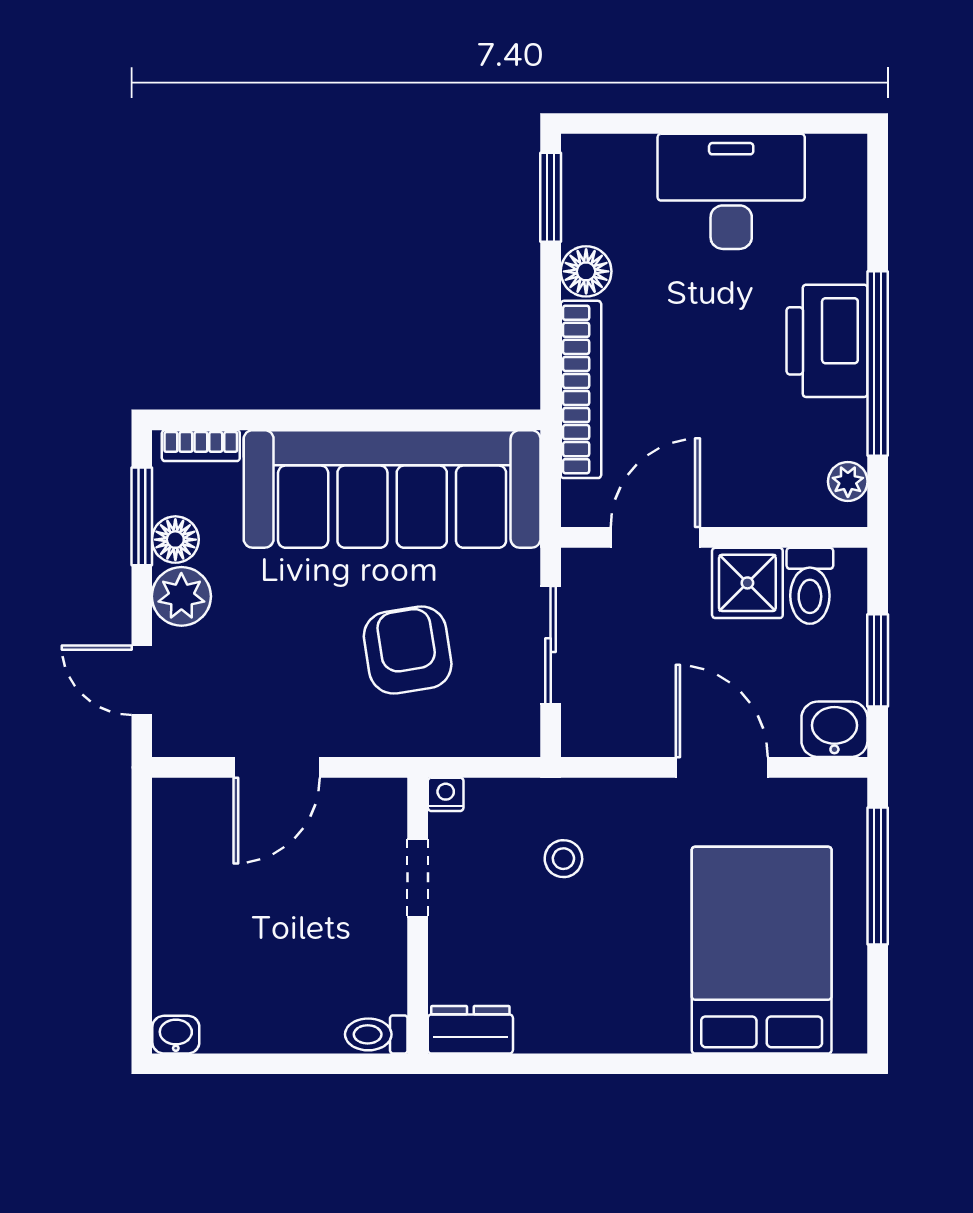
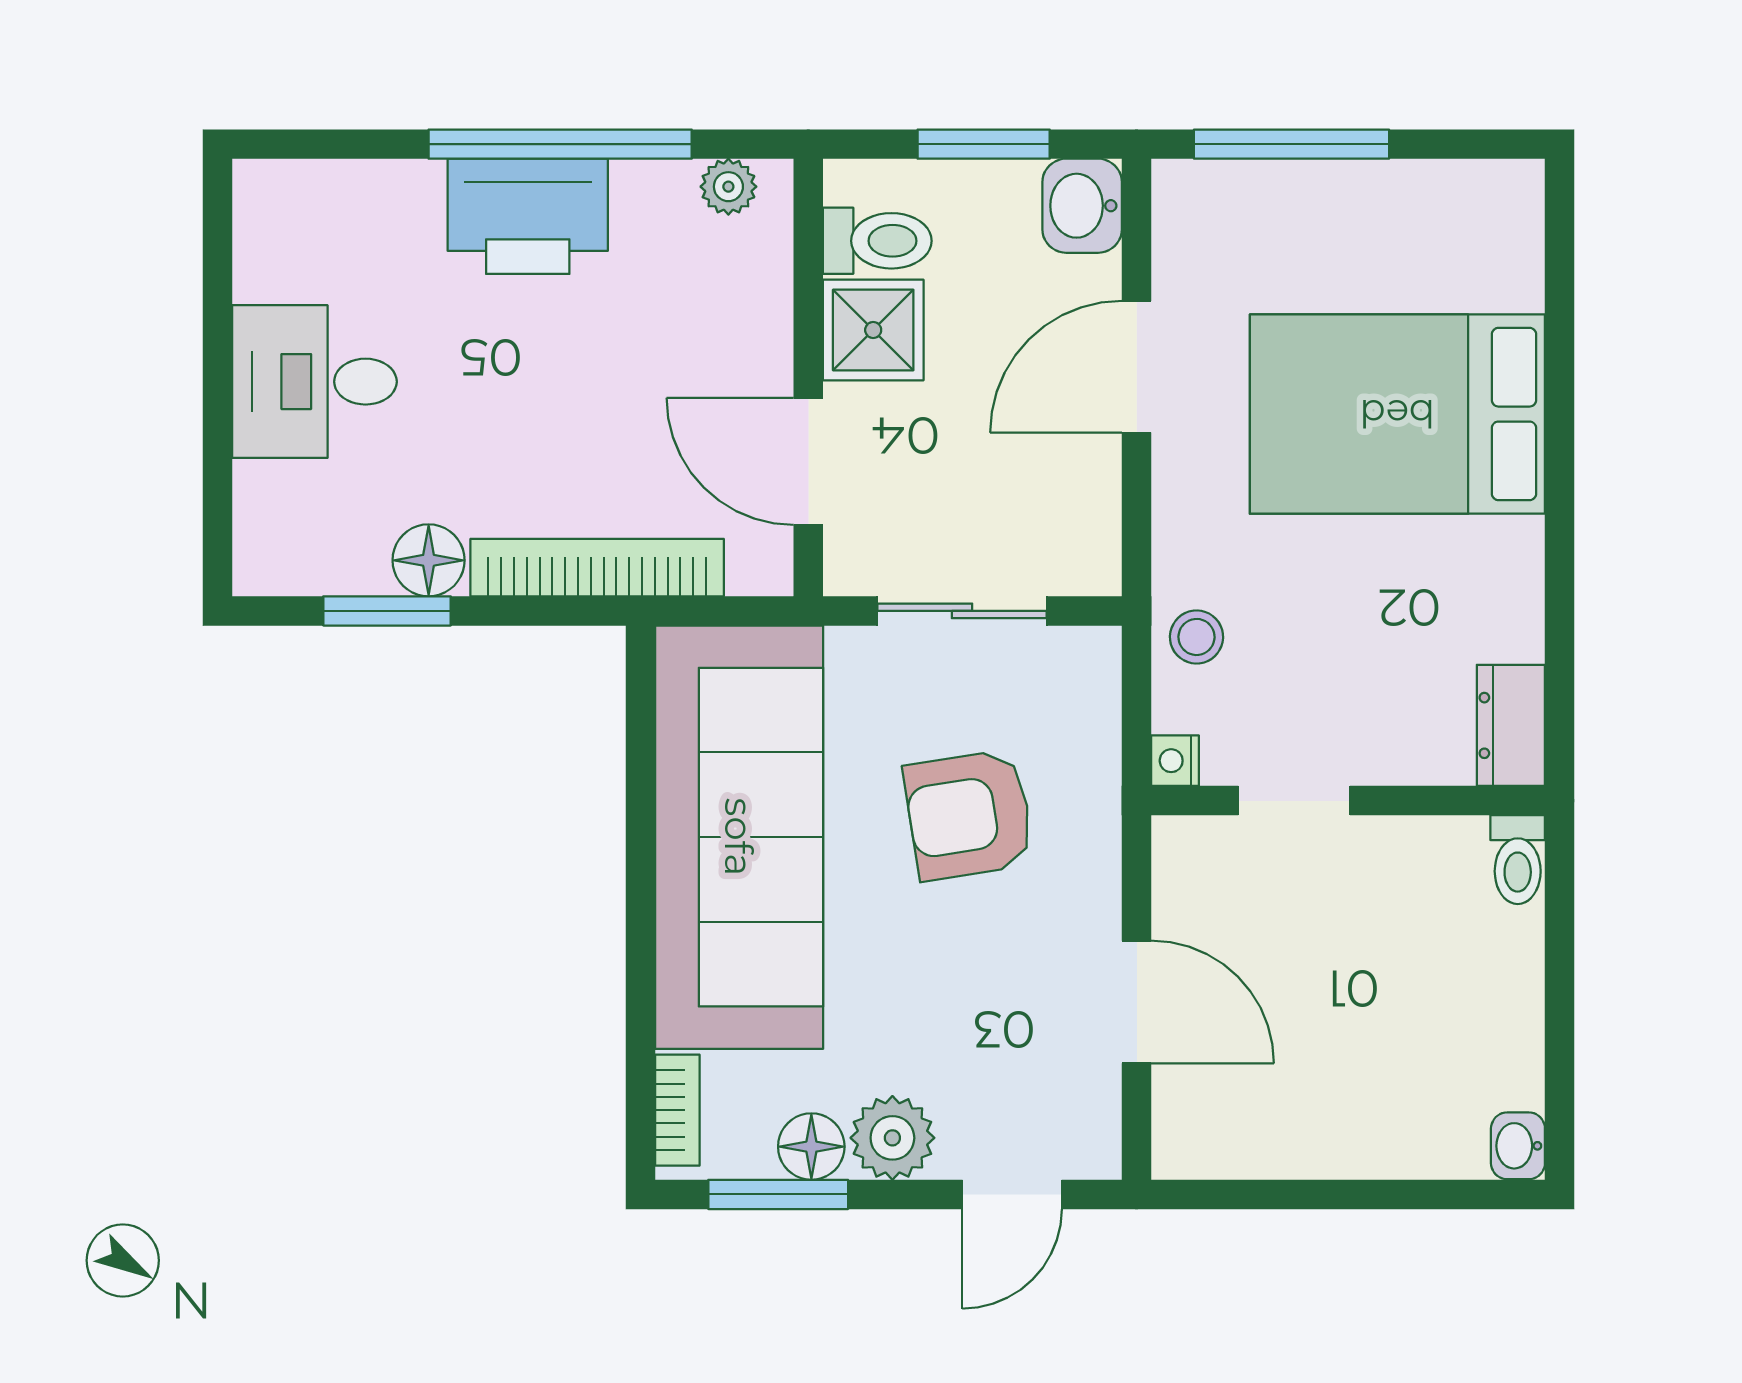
desk: (731, 191) -> (314, 382), width x0.73
window: (551, 197) -> (387, 611), moved
stool: (563, 859) -> (1196, 637), moved
bed: (762, 950) -> (1397, 414), moved

